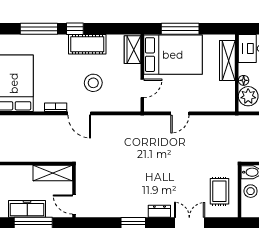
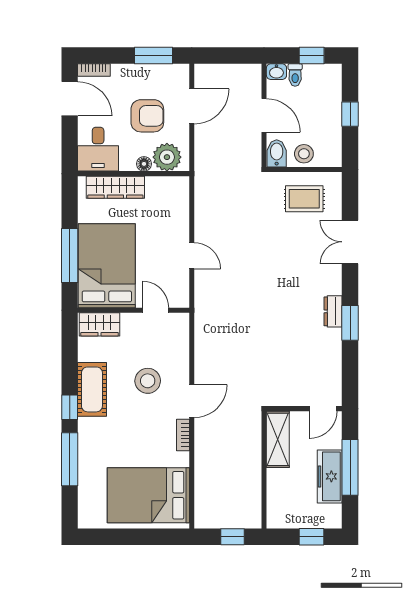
dresser: (159, 211) -> (333, 311), moved

